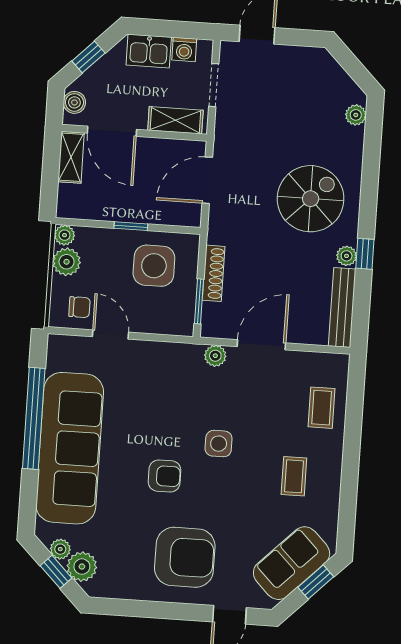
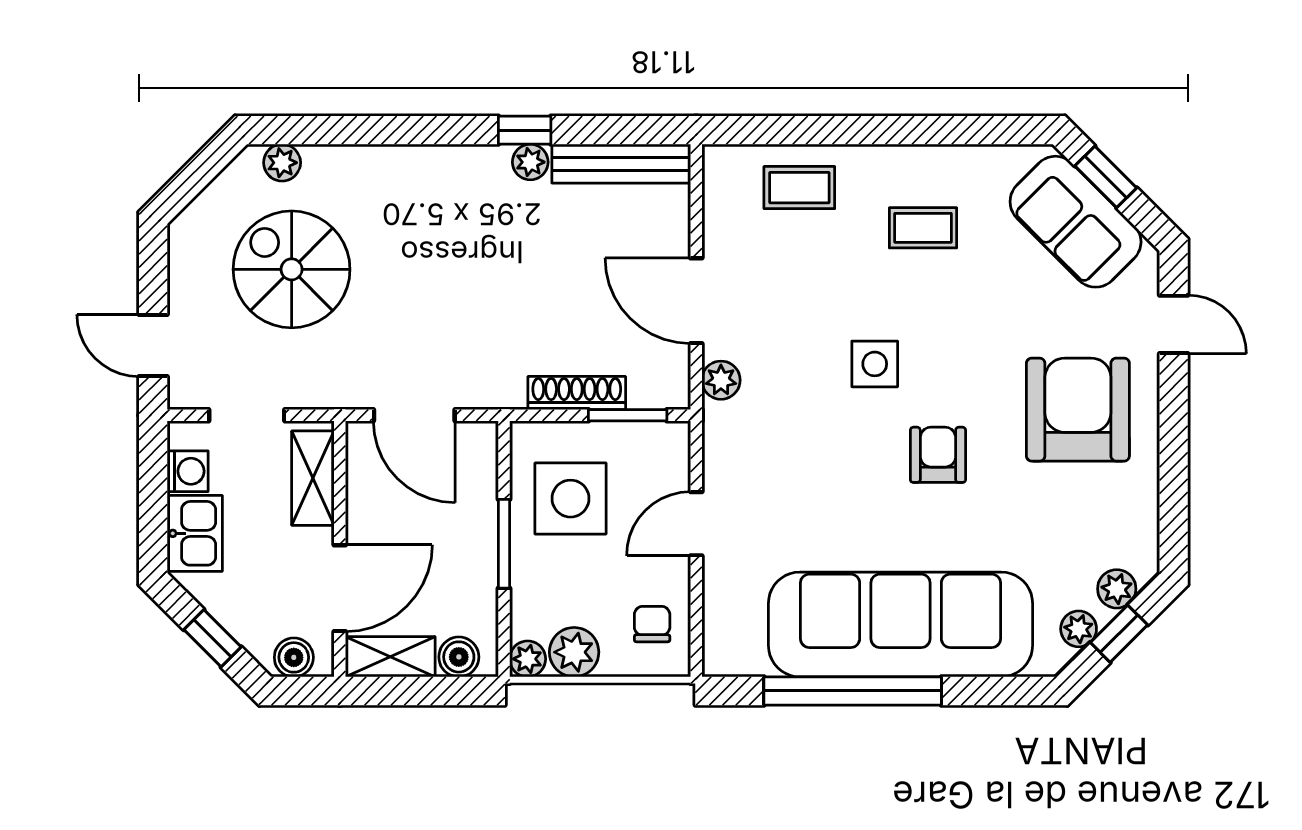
boiler: (68, 196) -> (459, 657), added
spiral stairs: (311, 199) -> (292, 269), moved
window: (131, 226) -> (504, 544), width x1.50
door: (110, 334) -> (696, 524), moved
plant: (82, 567) -> (1117, 589), width x0.73, depth x0.73

